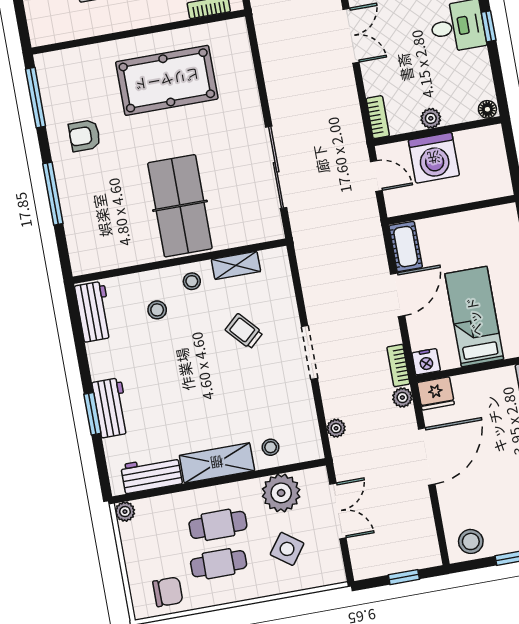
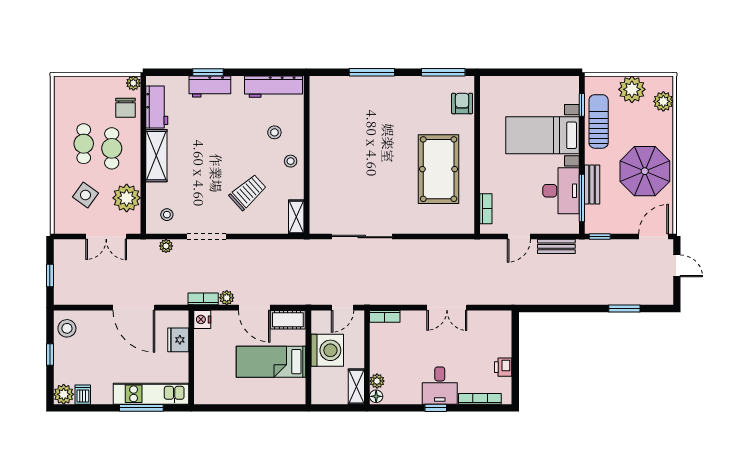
plant: (431, 118) -> (377, 381), moved
armchair: (84, 136) -> (462, 103), moved
shelving: (479, 138) -> (356, 387), added
washing machine: (434, 158) -> (327, 350), moved, turned 180
table tennis table: (180, 206) -> (347, 162), removed
shelving: (236, 265) -> (296, 217), moved
workbench: (94, 312) -> (274, 87), width x1.38
bed: (474, 317) -> (271, 362), moved, turned 180
trolley: (244, 331) -> (248, 192), width x1.36, depth x1.39
doorway: (309, 353) -> (206, 237), moved
fridge: (436, 393) -> (178, 340), moved
plant: (402, 398) -> (227, 298), moved
stool: (271, 447) -> (167, 215), moved
chair: (168, 592) -> (125, 108), moved

